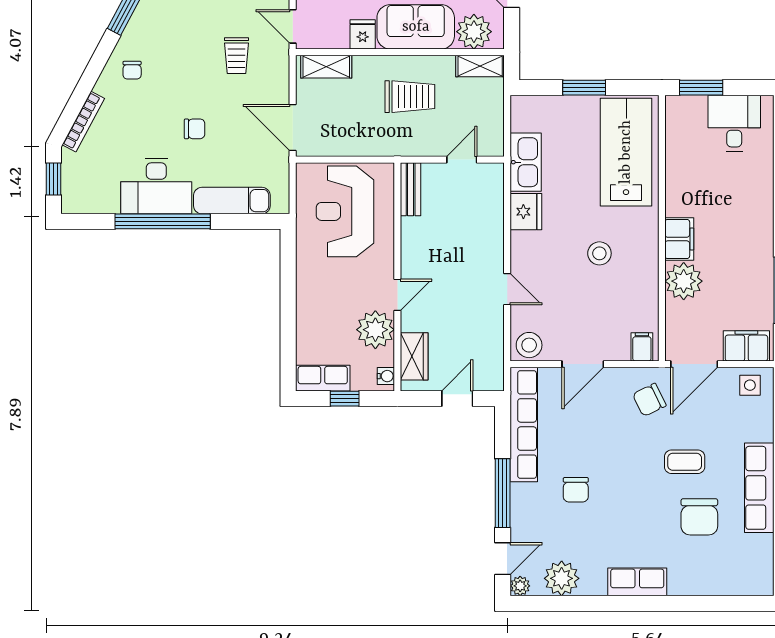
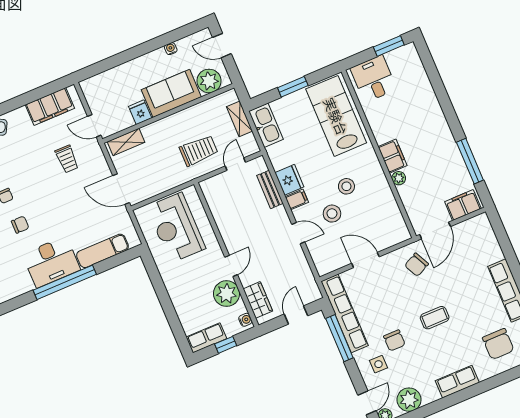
shelving: (480, 66) -> (239, 119), moved, turned 90
window: (701, 88) -> (389, 46), moved
trolley: (410, 97) -> (199, 150), moved
desk: (734, 123) -> (374, 79), moved
chair: (195, 129) -> (20, 225), moved
kitchen sink: (526, 162) -> (266, 125), moved
bench: (411, 189) -> (270, 189), moved
plant: (684, 281) -> (399, 178), width x0.53, depth x0.53
stool: (529, 345) -> (332, 214), moved
filing cabinet: (642, 347) -> (297, 199), moved, turned 90
door: (583, 364) -> (365, 260), swing flipped
side table: (750, 385) -> (378, 364), moved
coffee table: (685, 462) -> (435, 318), moved
window: (503, 493) -> (339, 338), moved
chair: (699, 517) -> (498, 344), moved

